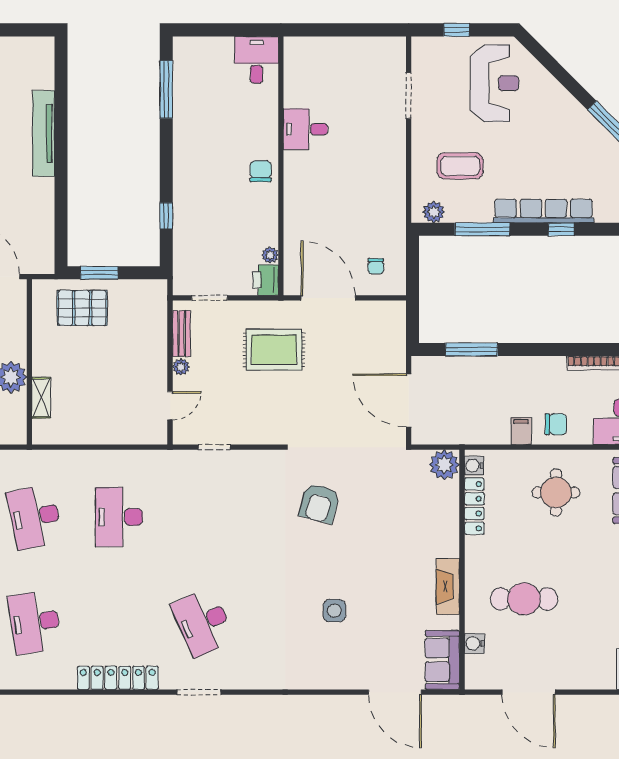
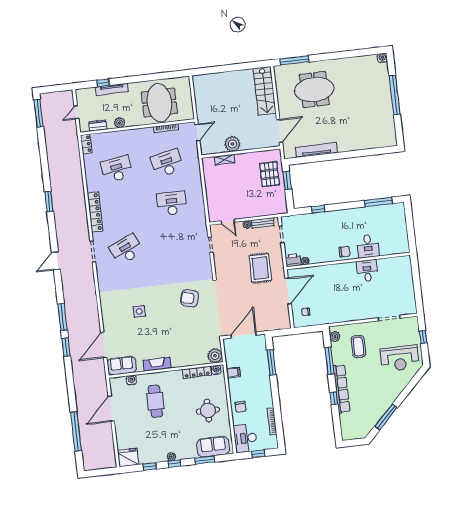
desk: (257, 60) -> (368, 246), moved, turned 90
tv unit: (44, 133) -> (316, 150), moved
filing cabinet: (521, 431) -> (233, 373), moved

